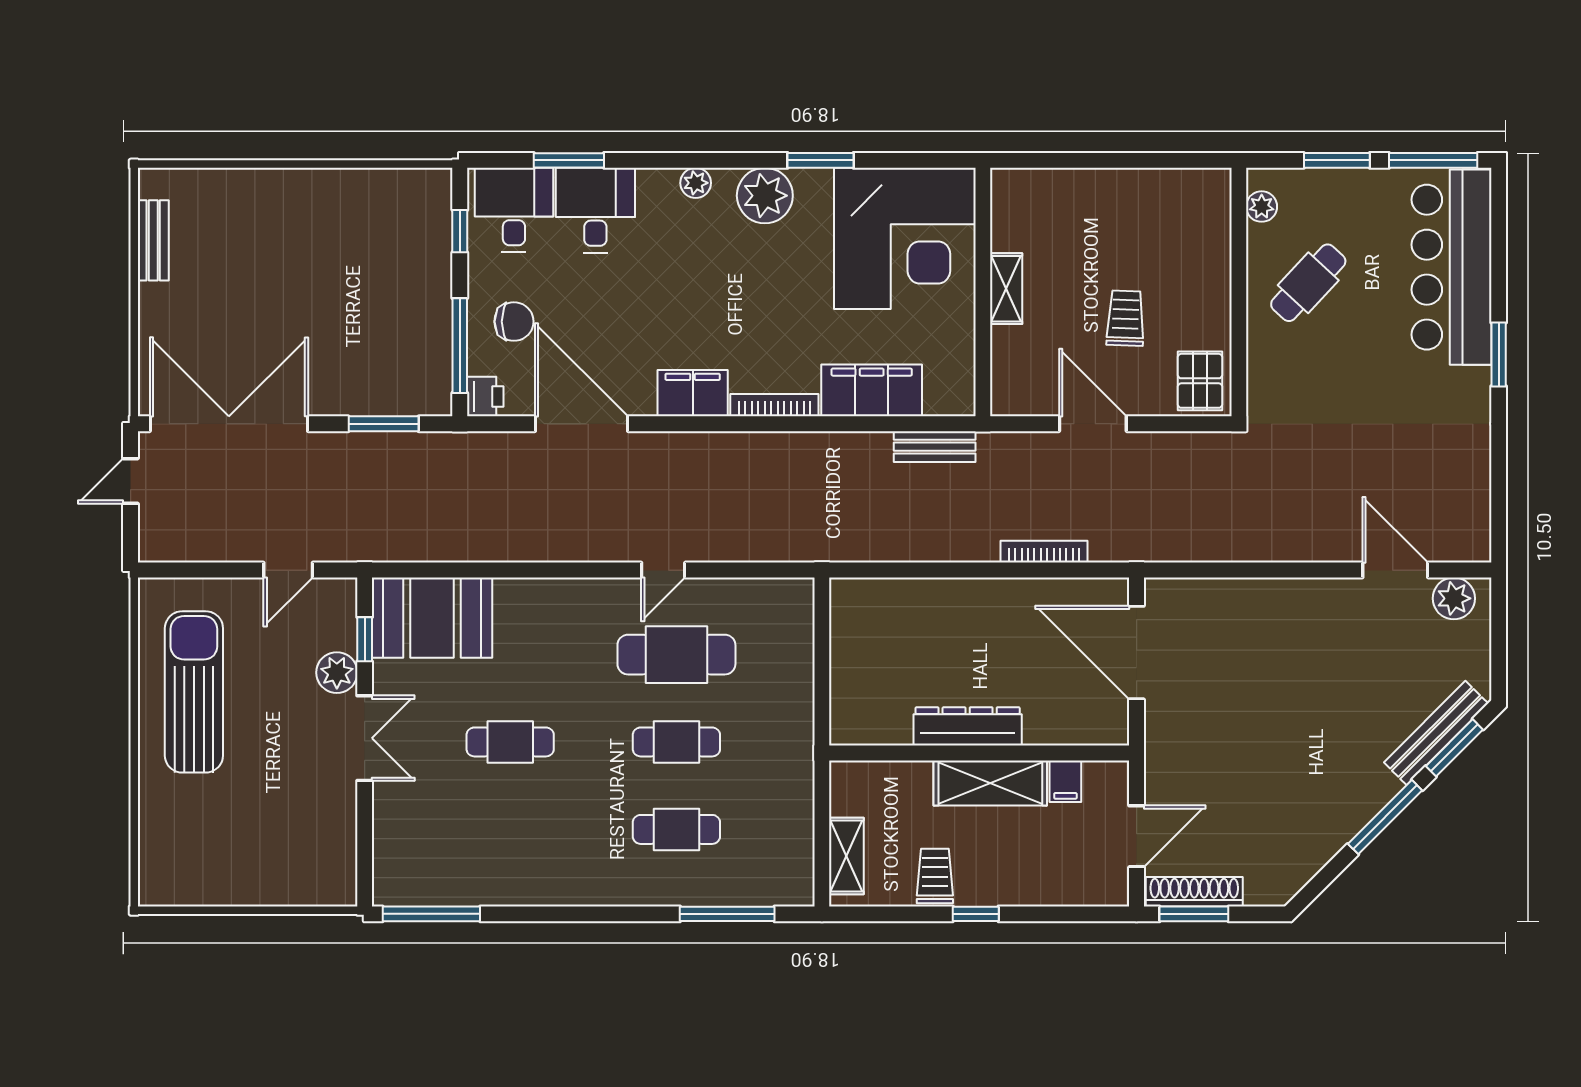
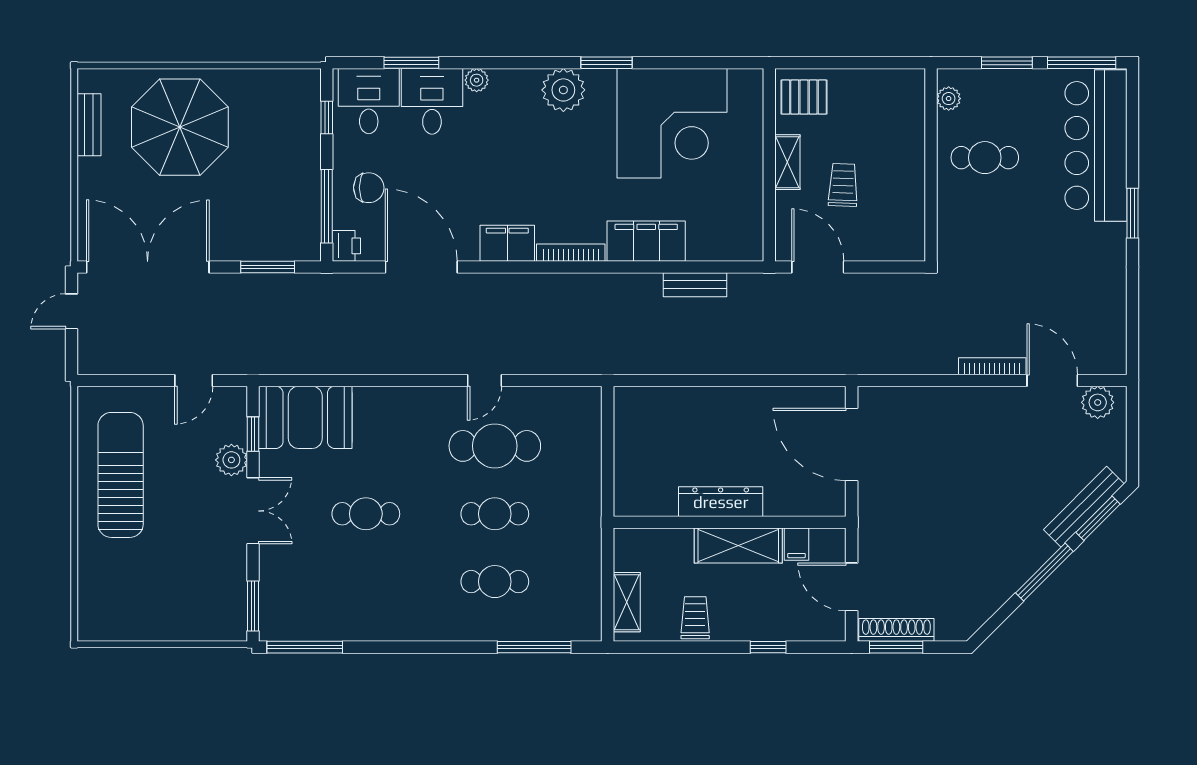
plant: (696, 183) -> (477, 80), moved
parasol: (271, 243) -> (180, 127), added
cafe table: (1308, 283) -> (985, 158), turned 47
shelving: (1006, 289) -> (787, 162), moved
wall: (983, 292) -> (769, 165), moved
pallet: (1200, 381) -> (804, 97), moved, turned 90
bookcase: (1044, 552) -> (992, 366), moved
door: (1137, 836) -> (852, 587), swing flipped
window: (365, 861) -> (253, 606), added
window: (976, 914) -> (768, 647), moved

